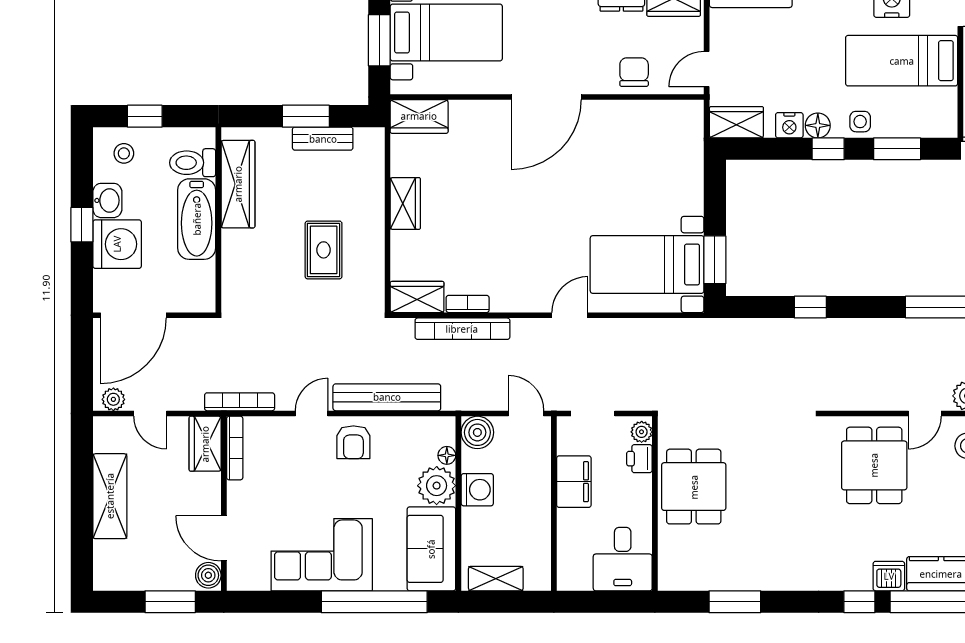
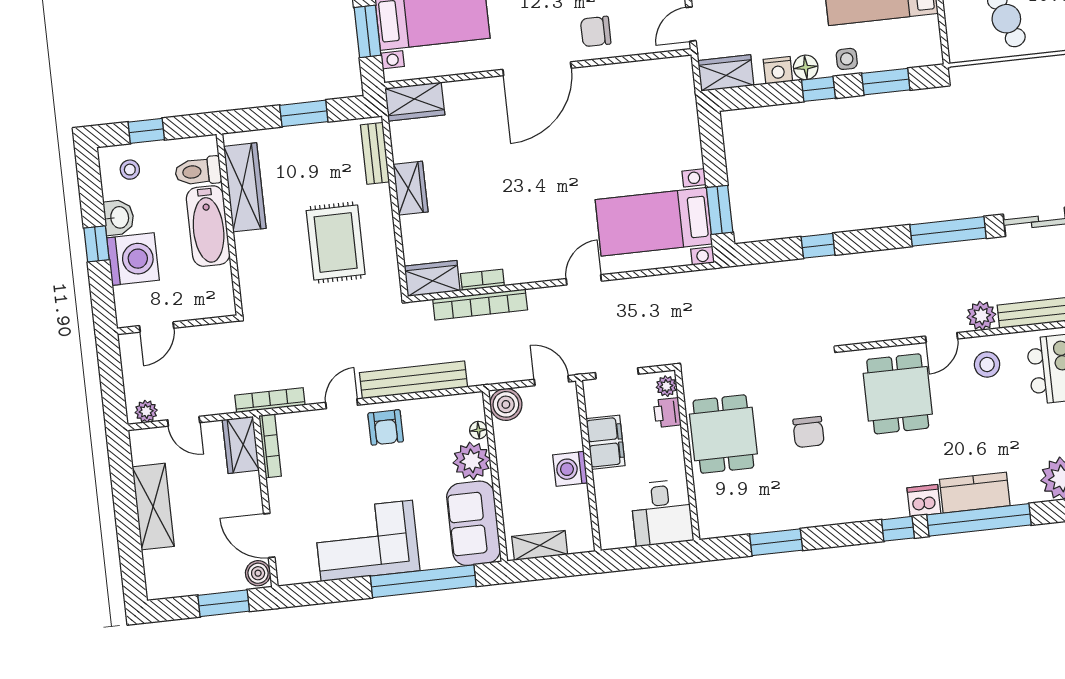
chair: (634, 72) -> (596, 31), moved, turned -90
bench: (323, 139) -> (375, 153), moved, turned 90
rug: (324, 250) -> (336, 242), width x1.36, depth x1.43
door: (133, 315) -> (157, 327), width x0.53
washing machine: (477, 490) -> (570, 469), moved, turned 180
chair: (780, 494) -> (808, 432), added

